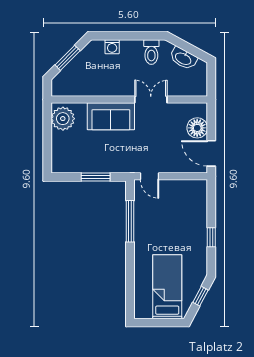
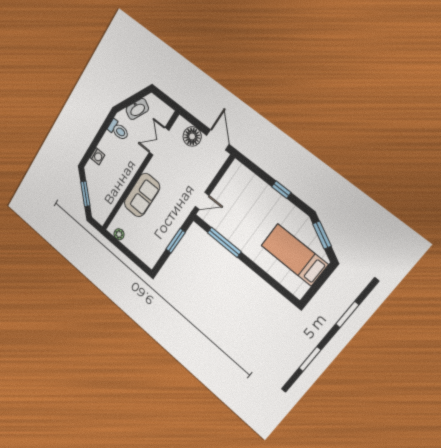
double door: (151, 100) -> (159, 141), moved
plant: (63, 119) -> (119, 234), width x0.53, depth x0.53
door: (211, 153) -> (218, 140), swing flipped
window: (201, 296) -> (322, 235), width x1.50

